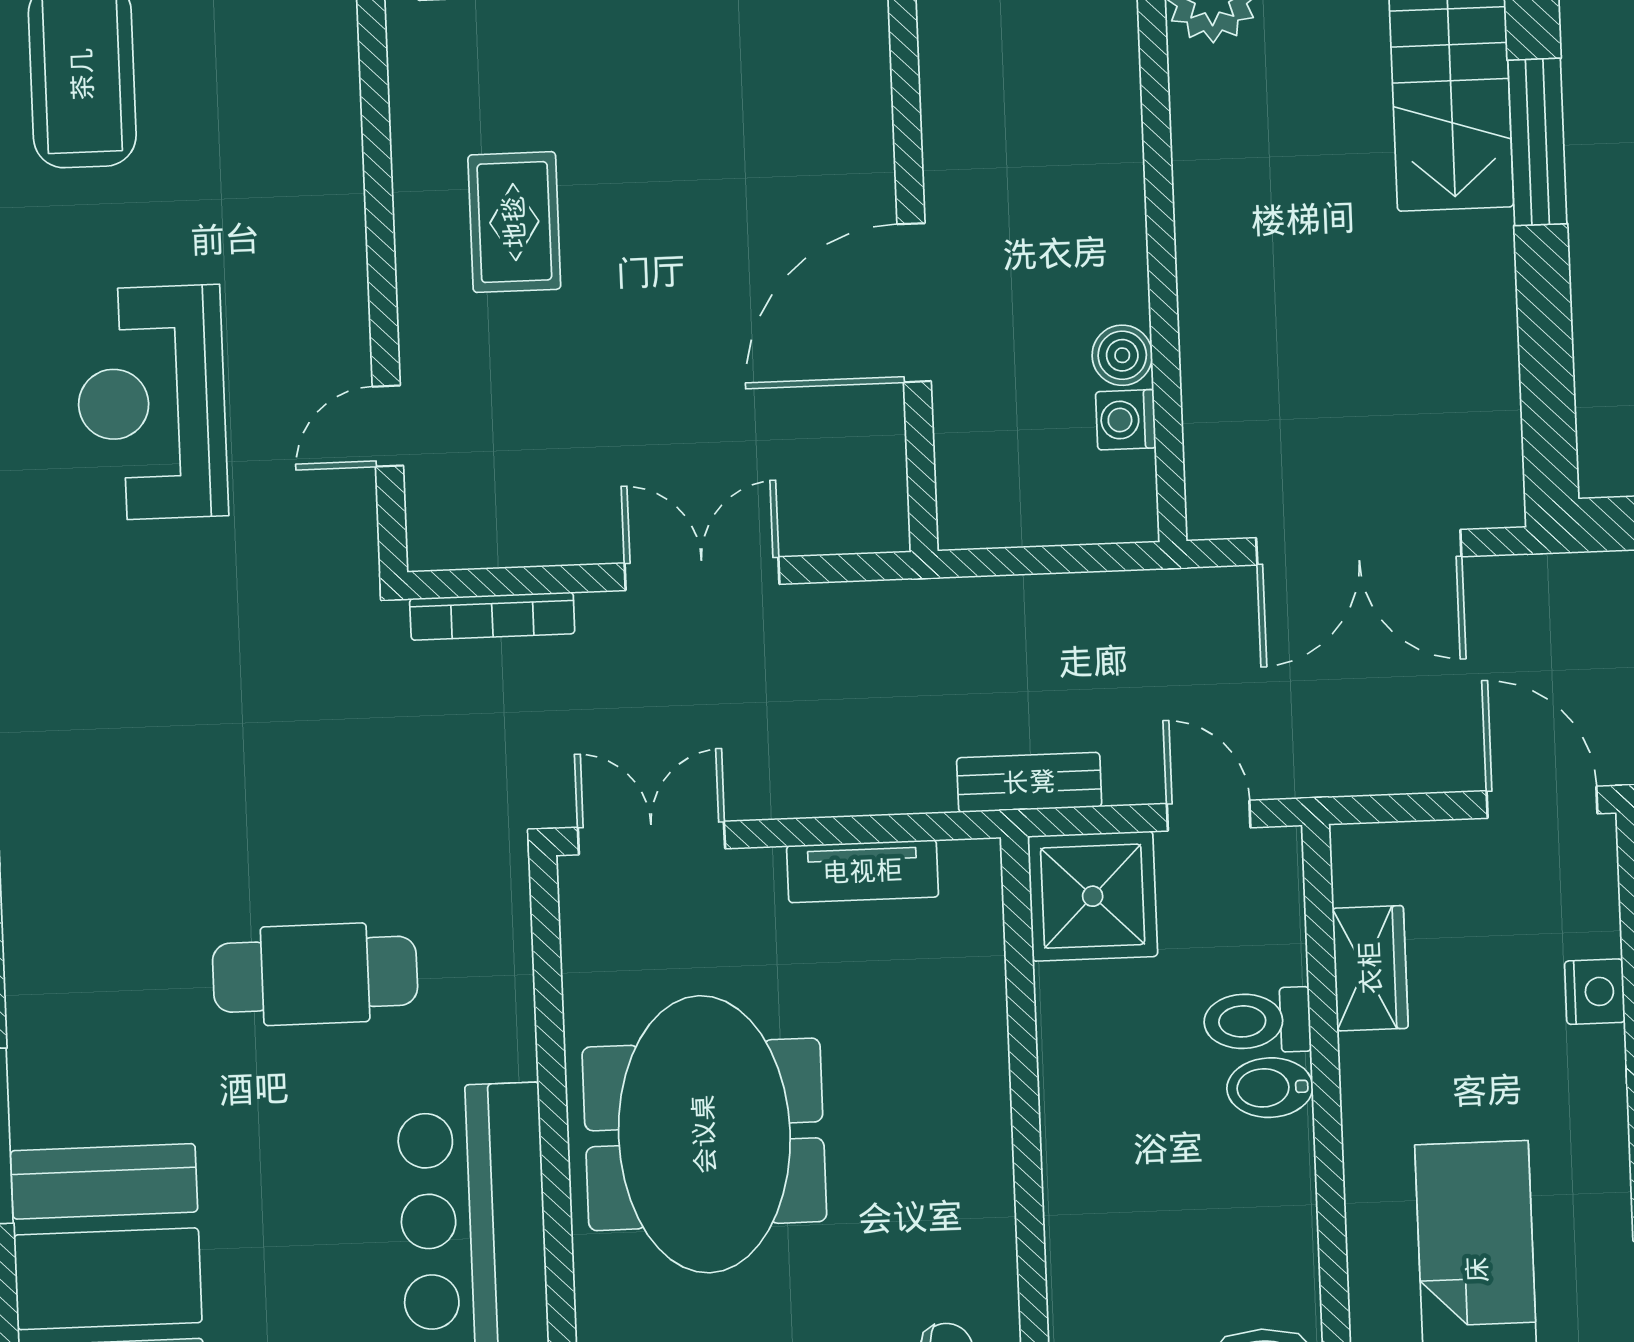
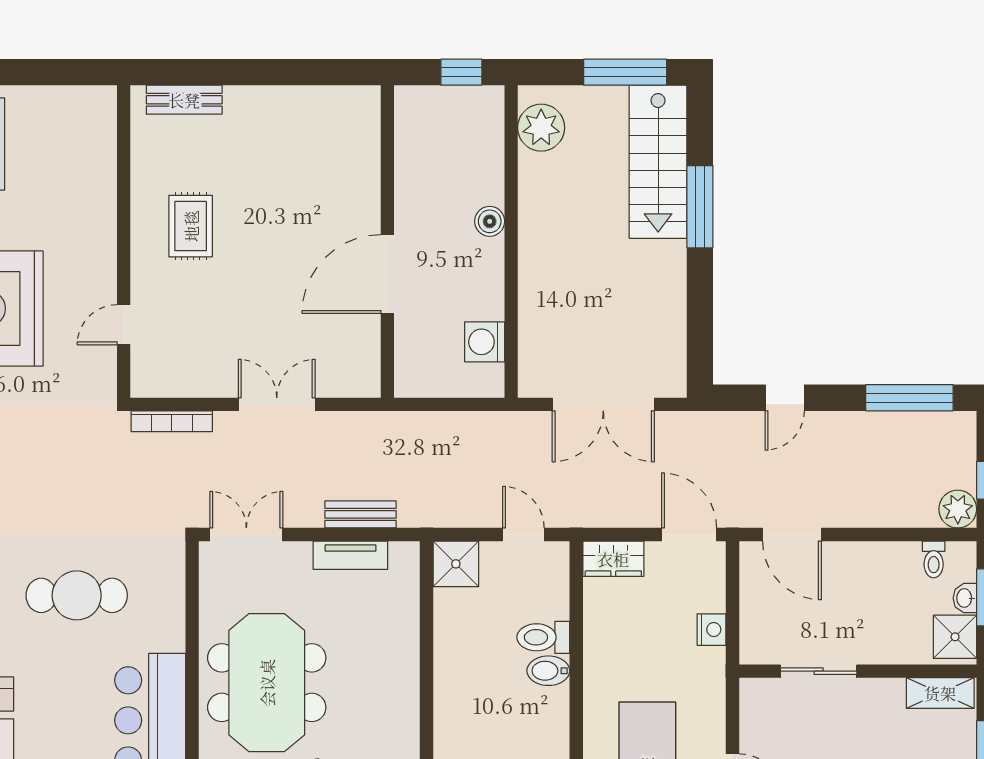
boiler: (1122, 355) -> (490, 221), moved
washing machine: (1126, 420) -> (485, 342), width x1.38, depth x1.38
bench: (1029, 782) -> (361, 514), moved
shower: (1093, 896) -> (456, 564), width x0.73, depth x0.73
wardrobe: (1370, 968) -> (613, 559), moved, turned 90

